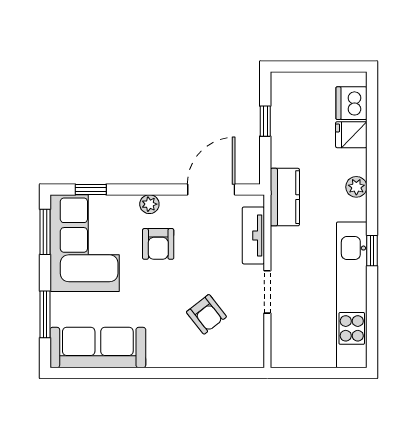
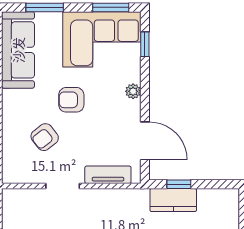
window: (265, 121) -> (179, 184), moved
kitchen counter: (285, 197) -> (173, 200), moved
armchair: (158, 244) -> (71, 100), moved

